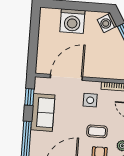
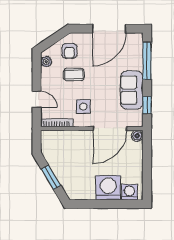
washing machine: (107, 23) -> (129, 192), moved, turned -59
boiler: (41, 68) -> (137, 136), added

